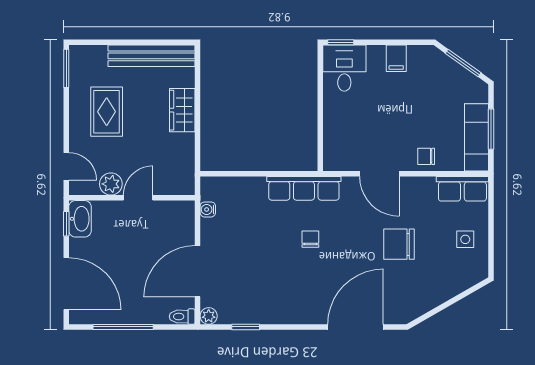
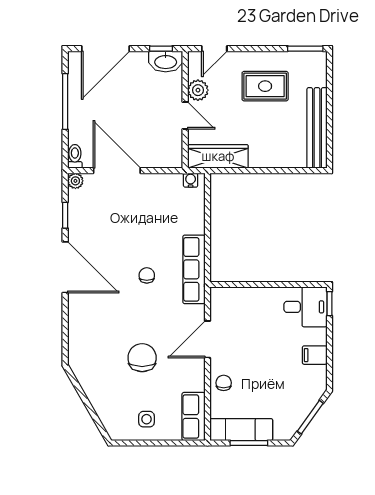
wardrobe: (182, 110) -> (218, 156), moved, width x1.50
water cooler: (208, 209) -> (191, 180), moved
chair: (310, 239) -> (147, 275), turned -90
door: (356, 327) -> (65, 267), moved

